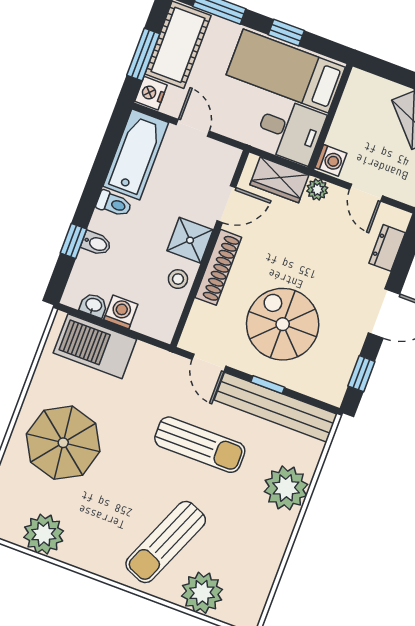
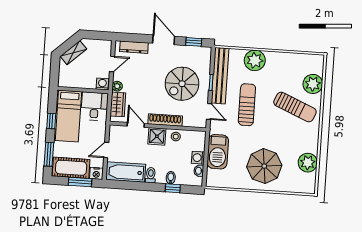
dresser: (387, 248) -> (134, 47), width x1.44
barbecue: (95, 346) -> (218, 152), moved
door: (209, 363) -> (209, 112), hinge flipped

